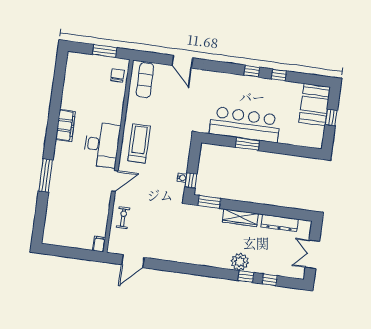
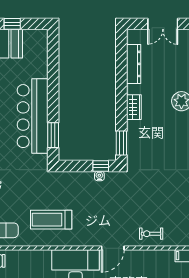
treadmill: (139, 143) -> (51, 220), moved
window: (247, 144) -> (53, 135), moved
door: (115, 181) -> (113, 248), swing flipped
wardrobe: (240, 218) -> (134, 107), width x0.67

